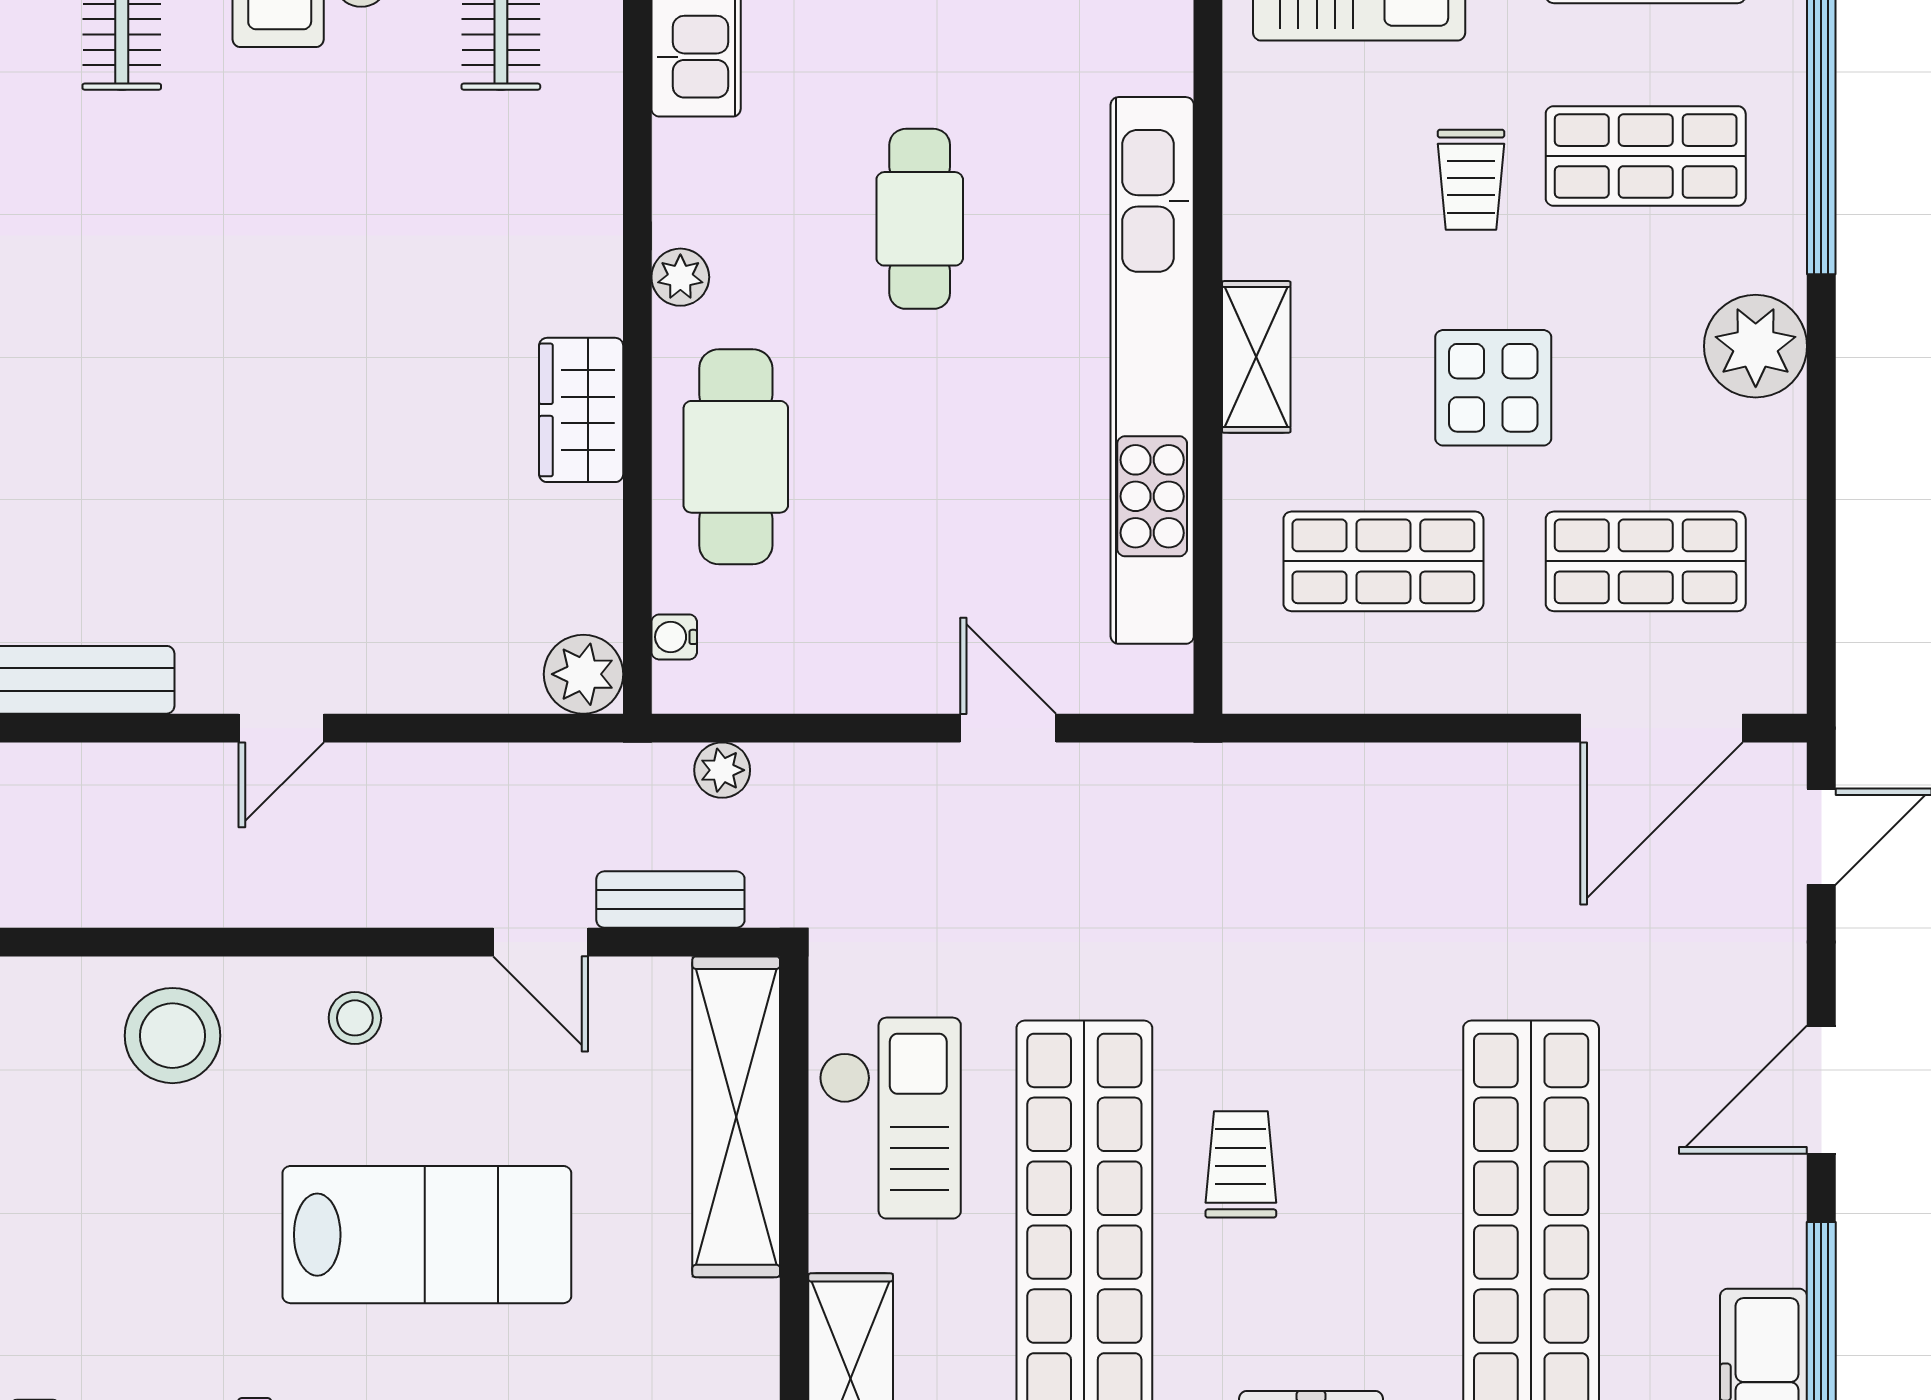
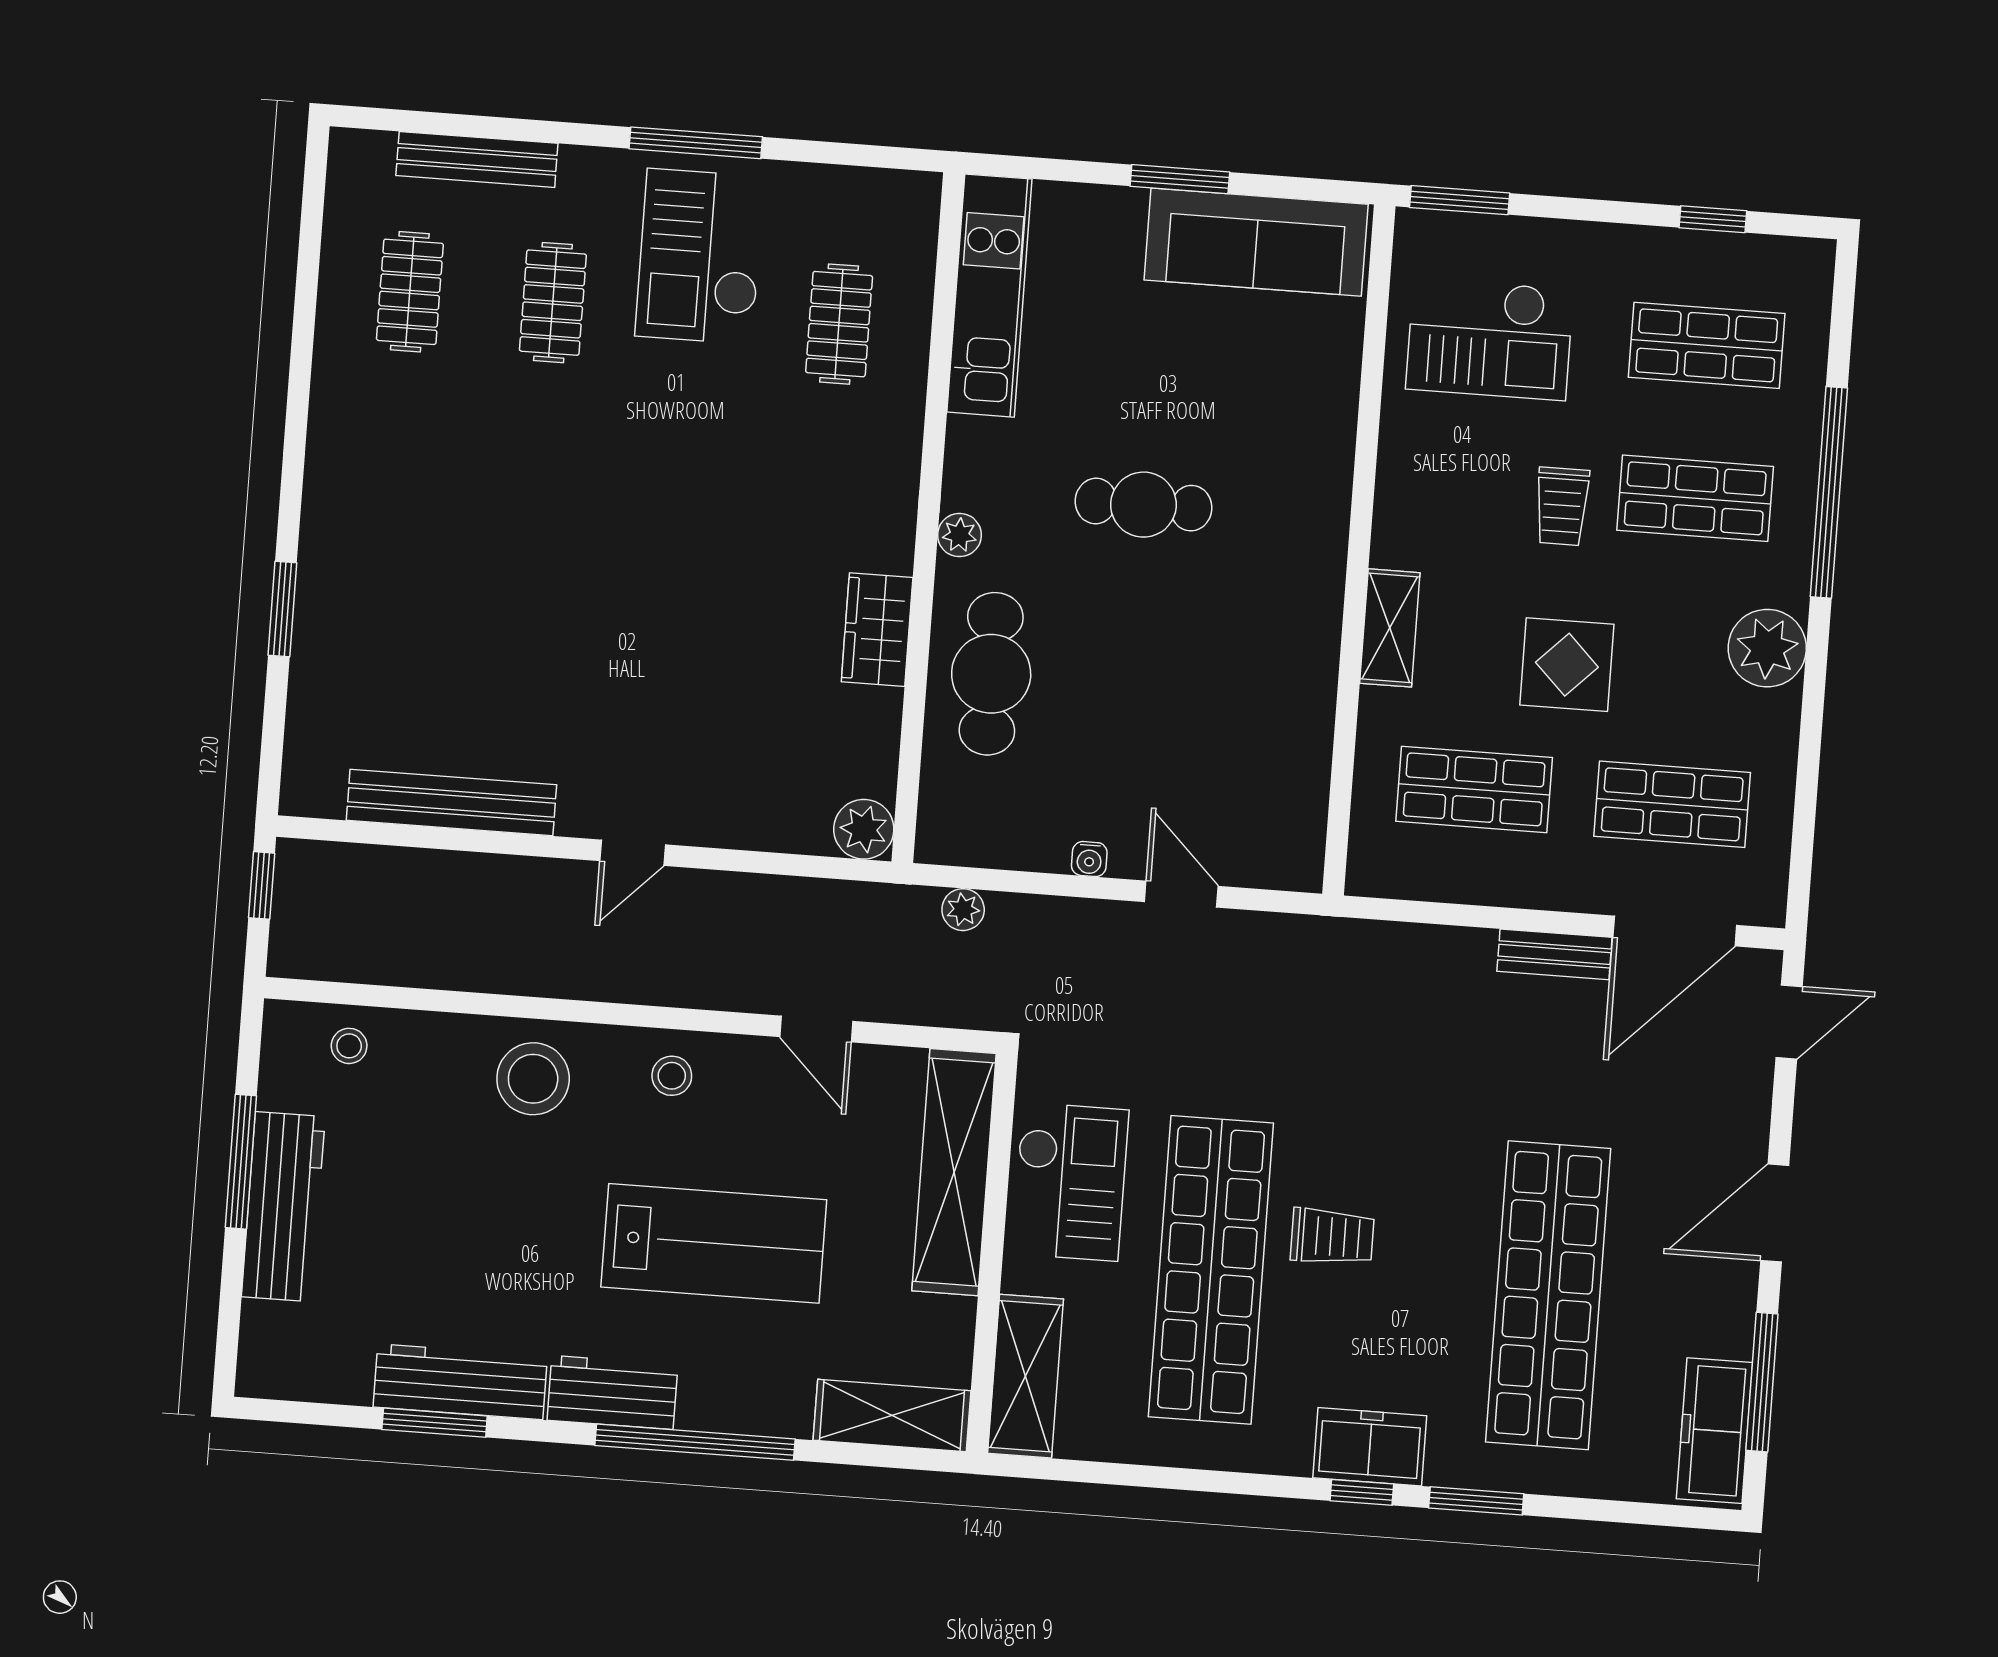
cafe table: (920, 219) -> (1143, 505), turned 90
kitchen unit: (1152, 370) -> (1310, 632), removed
water cooler: (674, 637) -> (1089, 859), moved, turned -90
bench: (670, 900) -> (1554, 954), moved
trolley: (1241, 1164) -> (1332, 1237), turned 90

